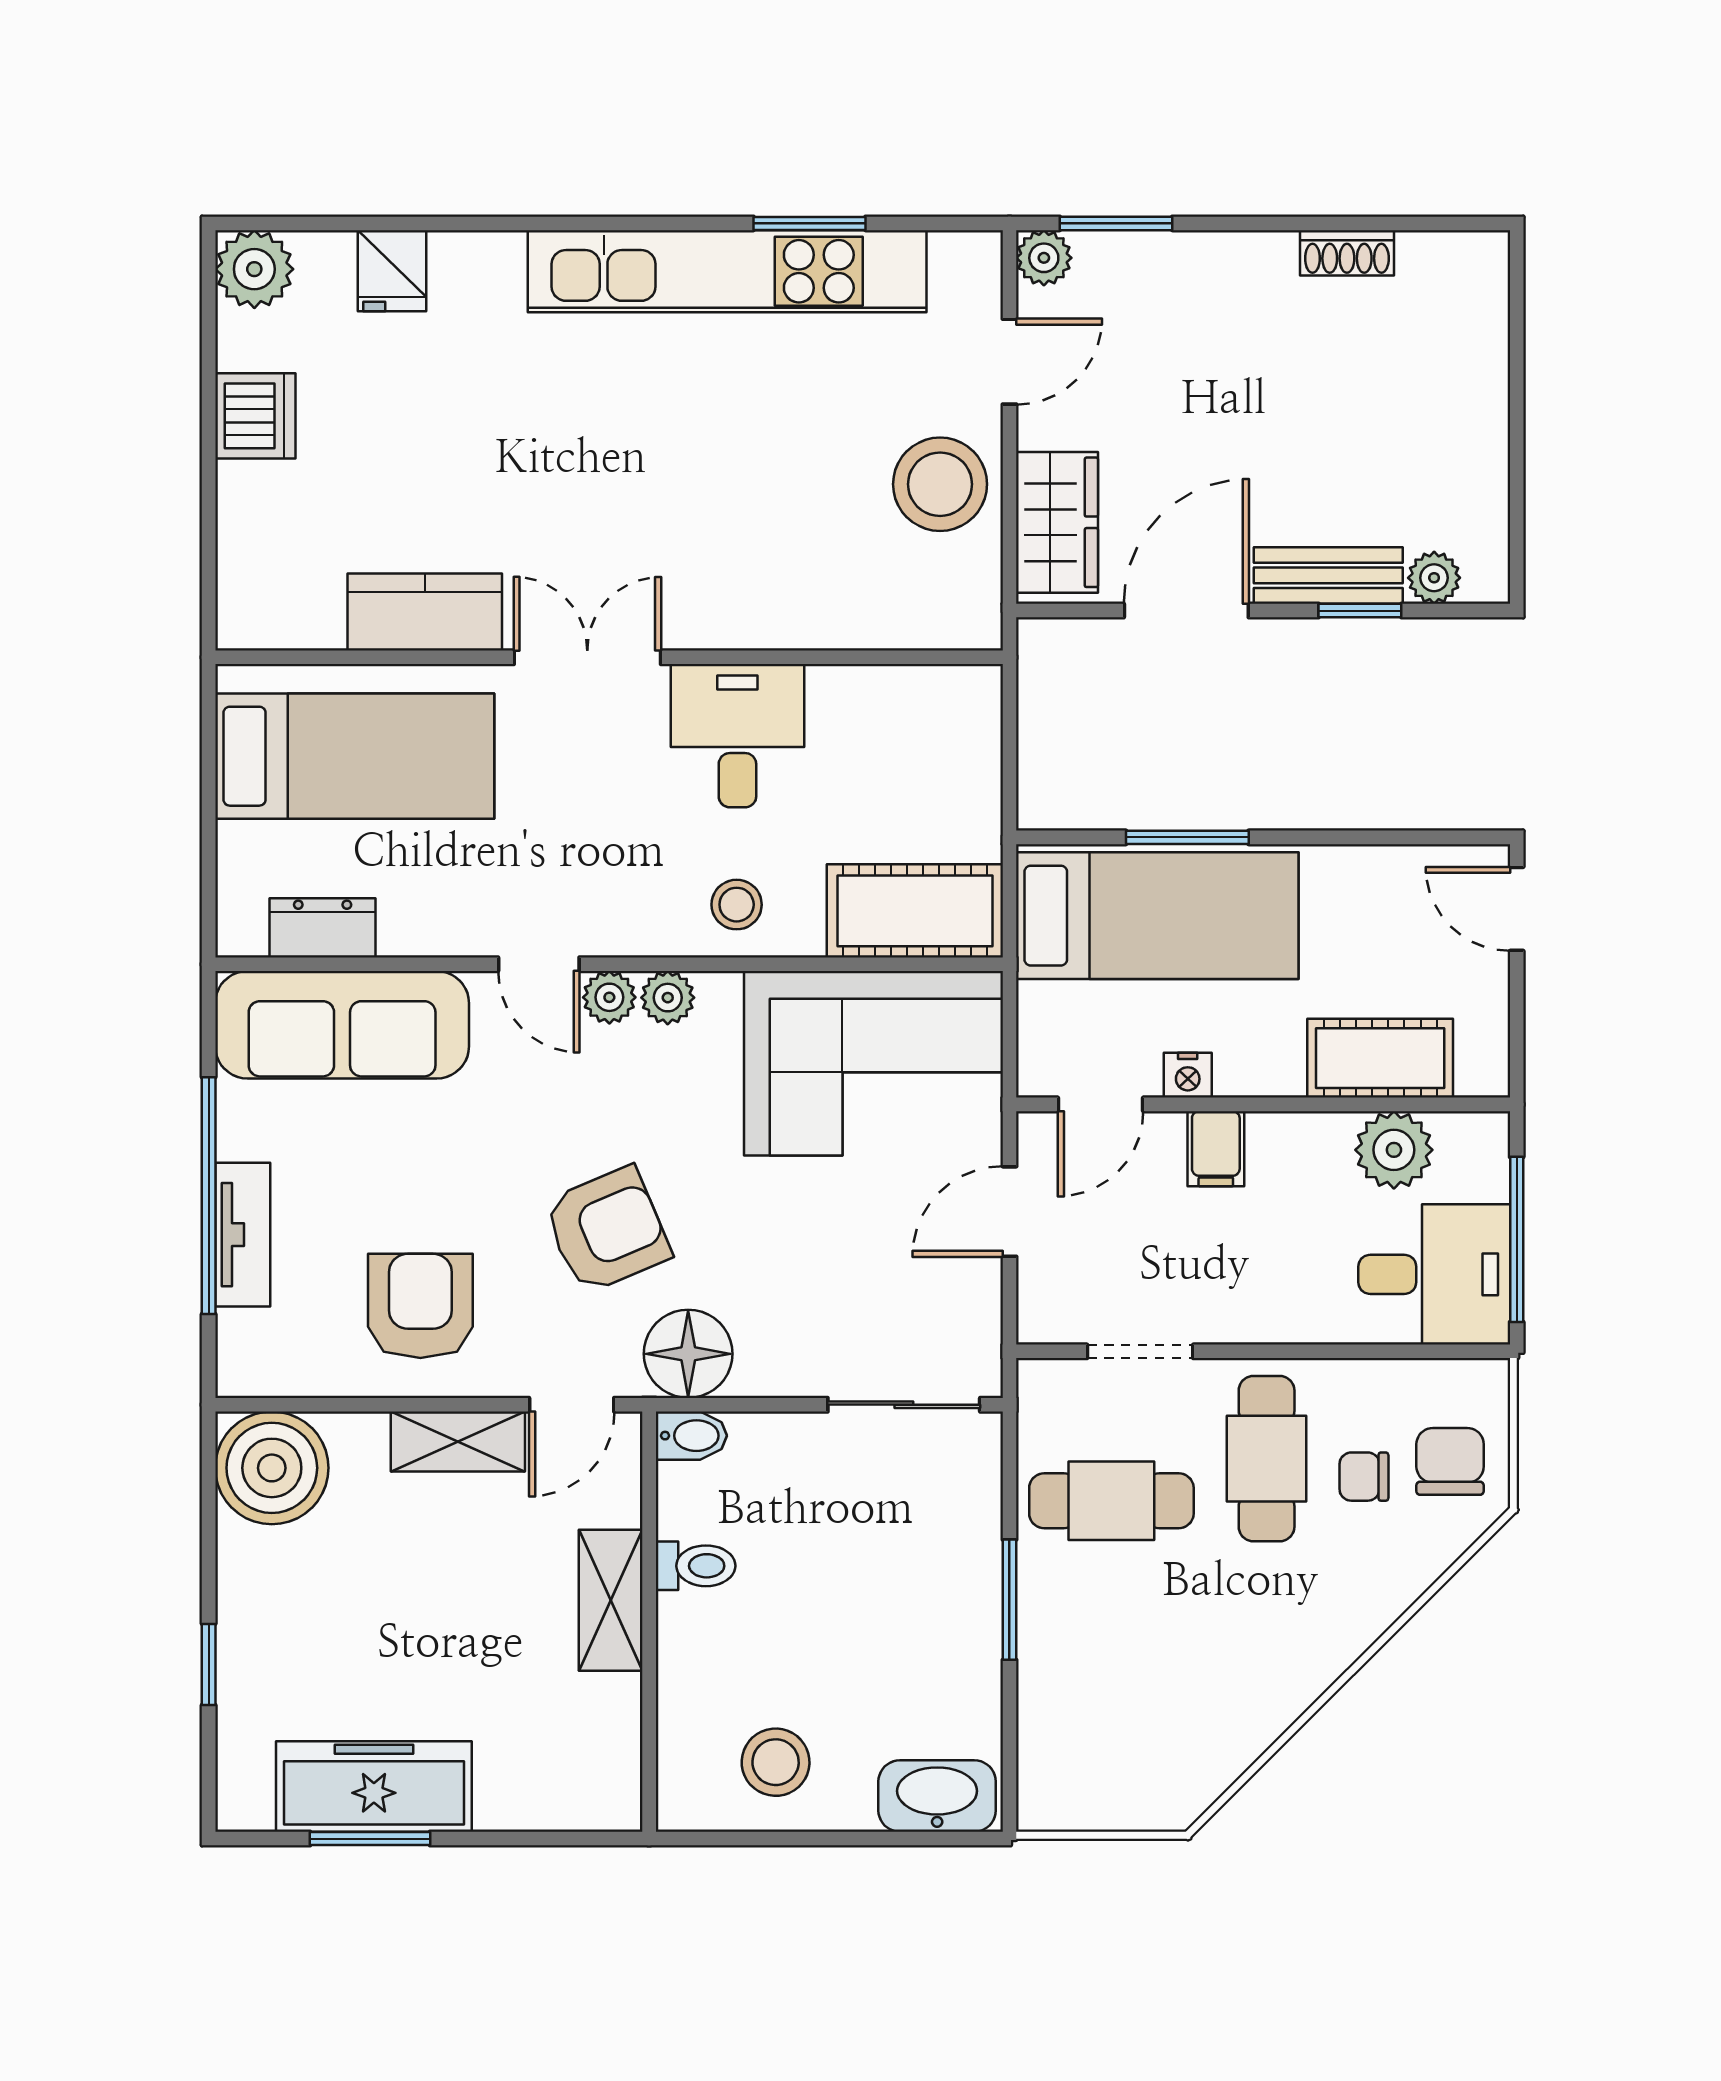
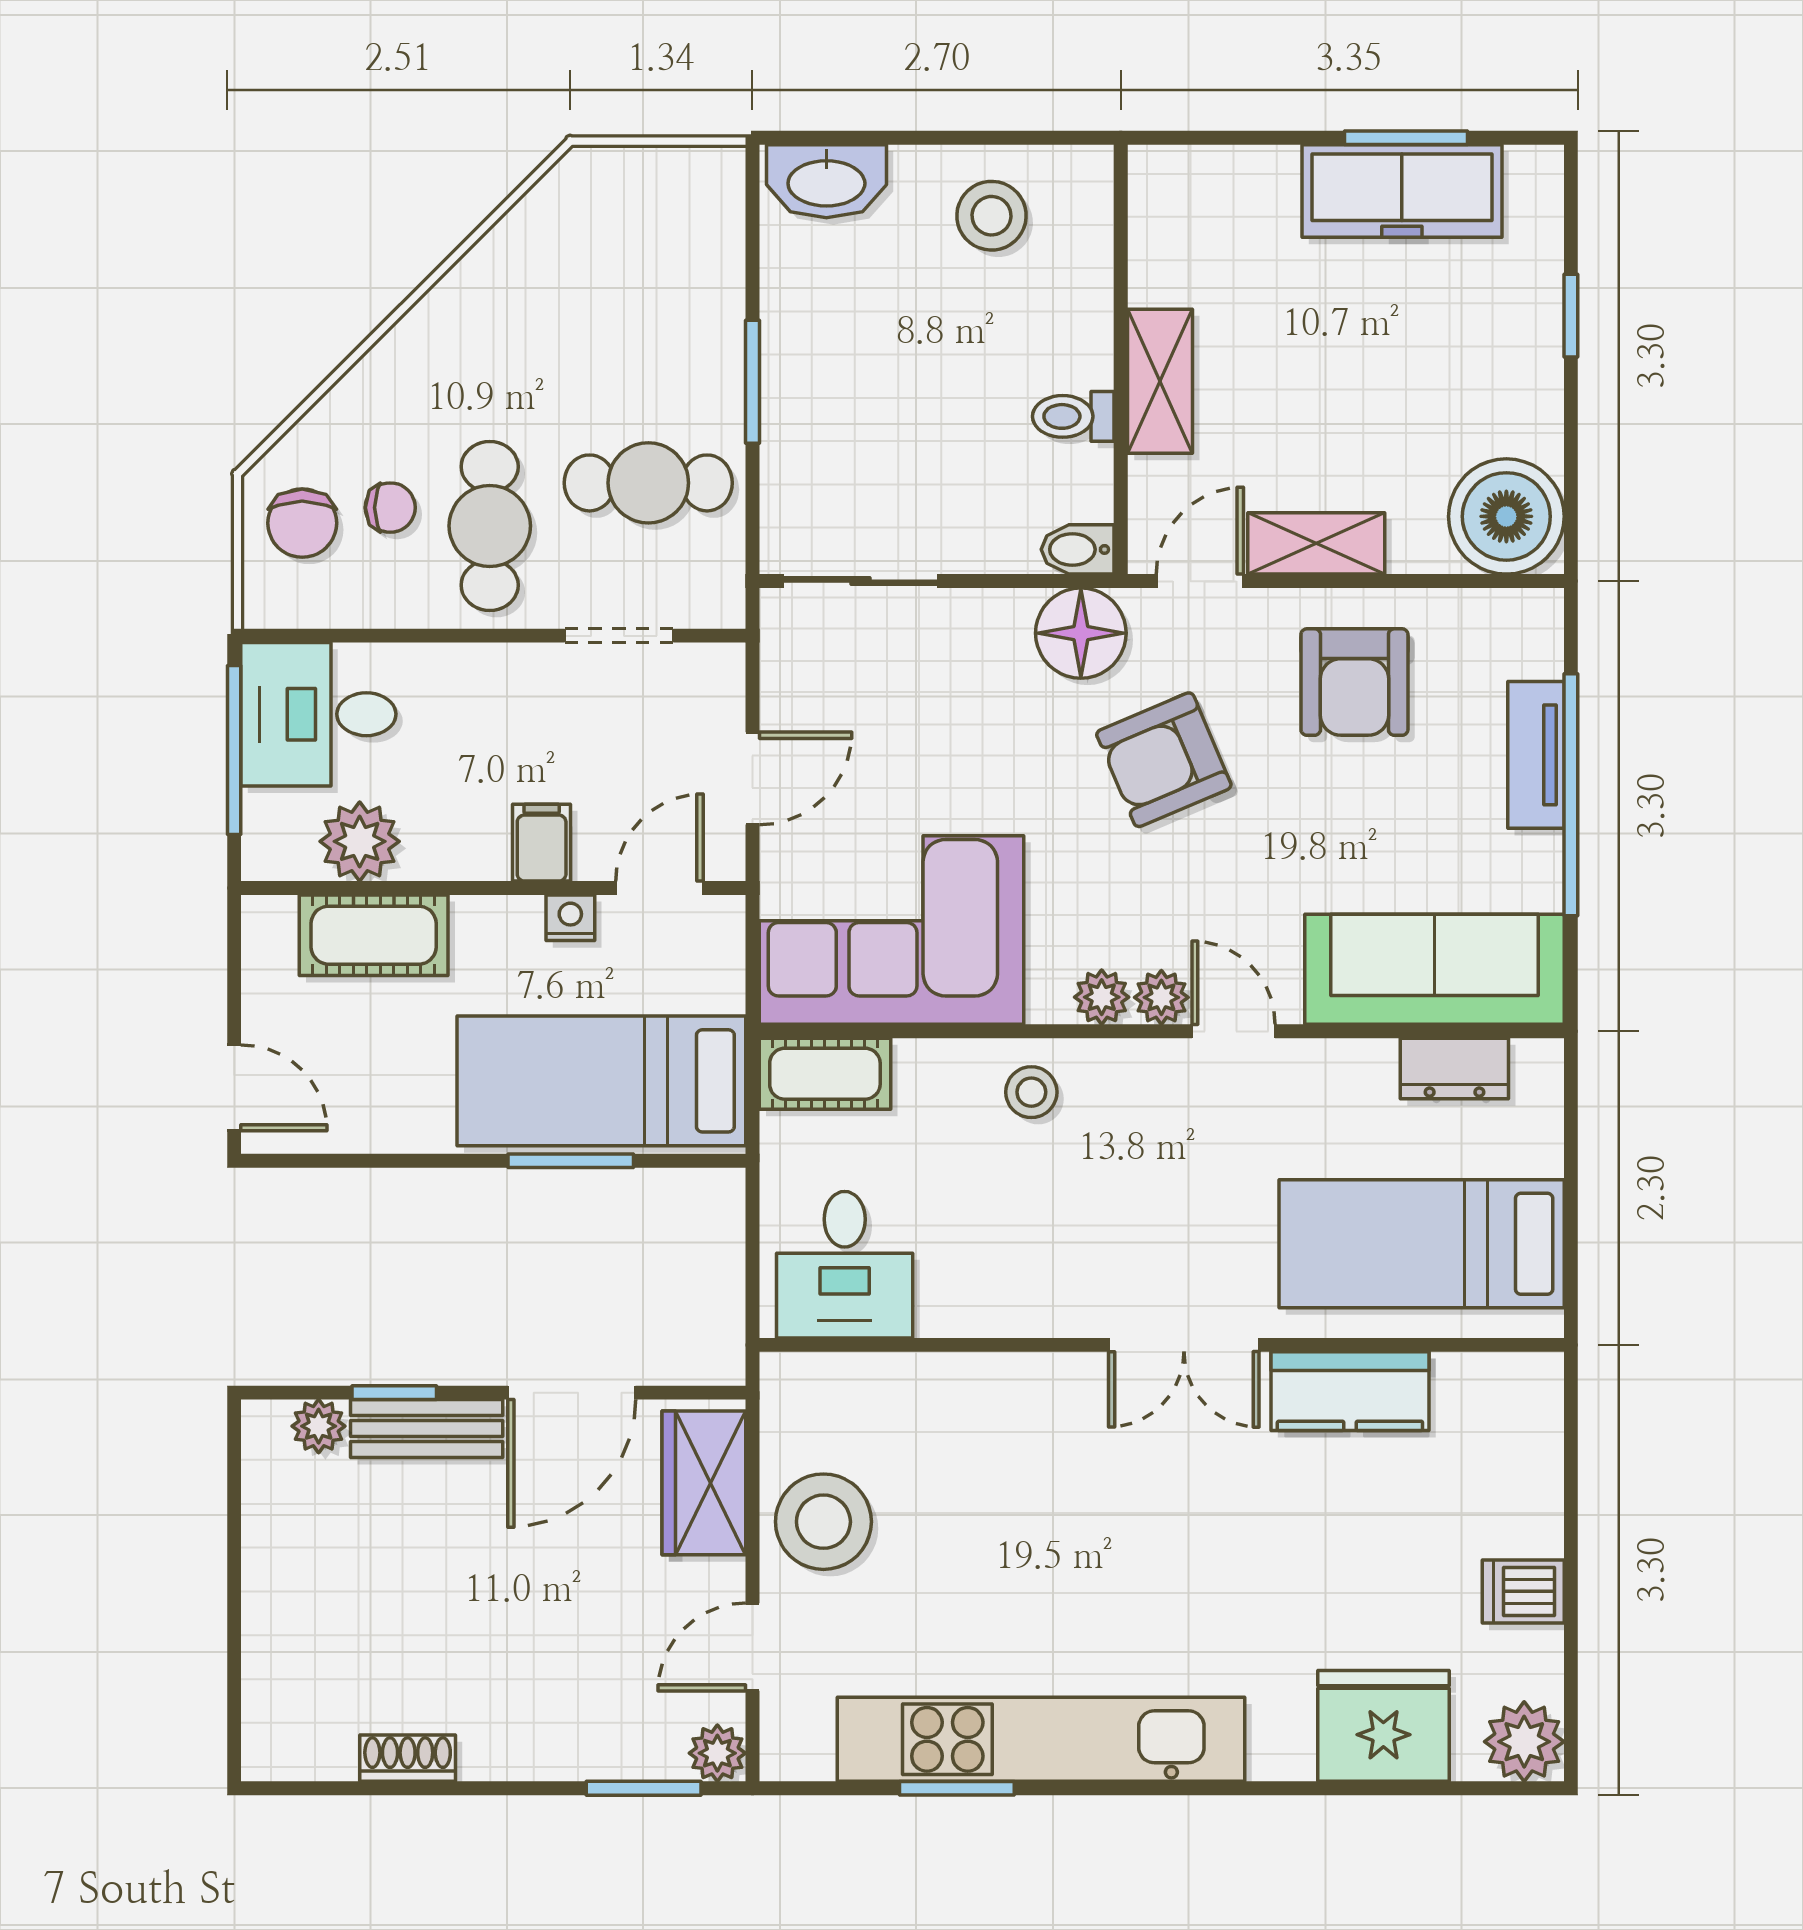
fridge: (392, 271) -> (1383, 1726), width x1.88, depth x1.34
dishwasher: (255, 416) -> (1523, 1591), width x0.73
desk: (737, 736) -> (845, 1265), moved
cot: (915, 911) -> (825, 1074), width x0.73, depth x0.75

